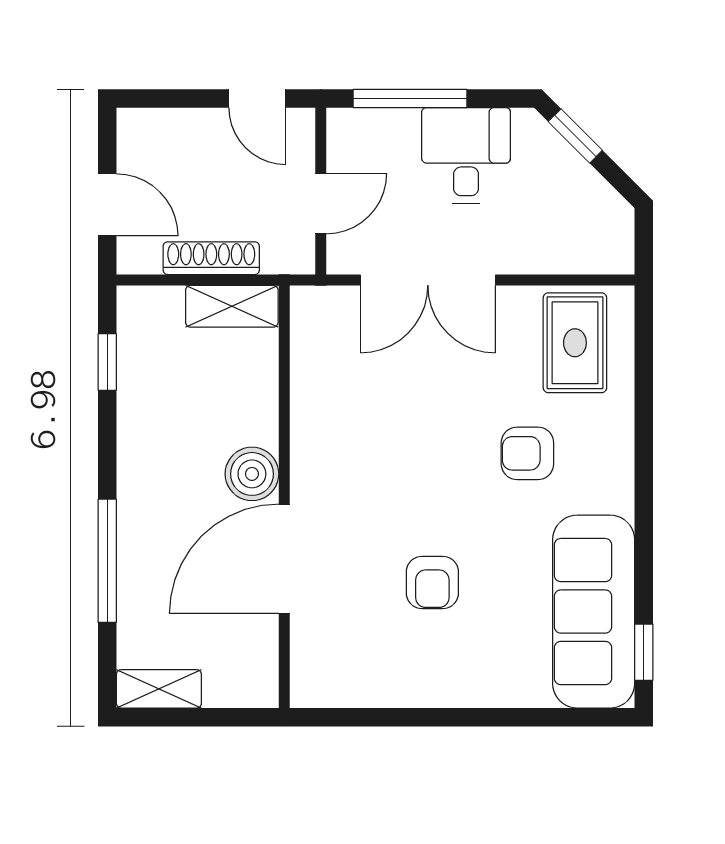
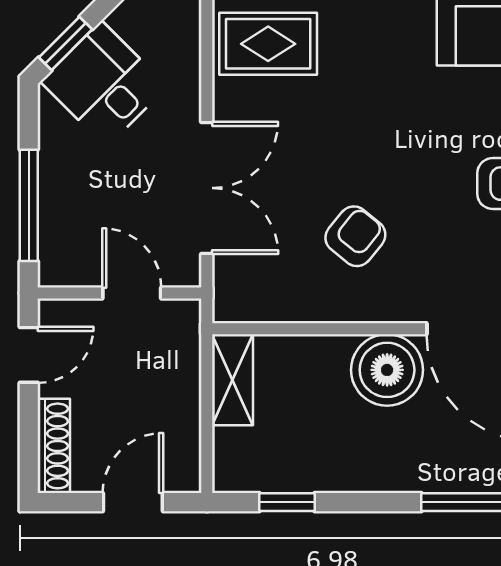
desk: (466, 155) -> (104, 84), moved, turned 45
shoe rack: (211, 258) -> (54, 446), moved, turned 180
armchair: (527, 453) -> (355, 236), moved, turned -141
boiler: (252, 474) -> (387, 370), width x1.37, depth x1.37

